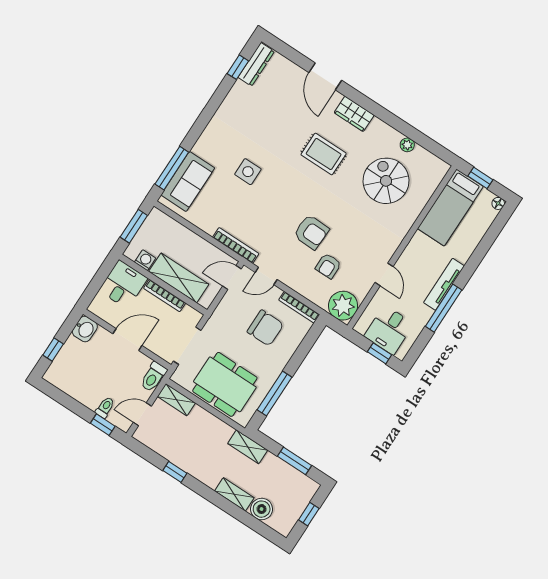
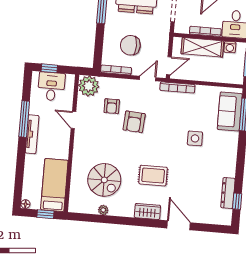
dresser: (256, 64) -> (228, 193), moved
armchair: (311, 232) -> (134, 122), turned -88
armchair: (328, 266) -> (112, 106), turned 180

